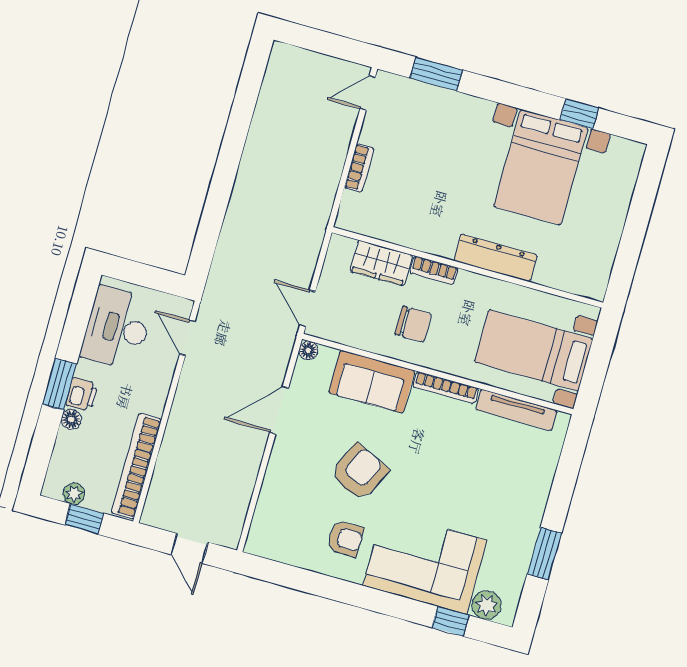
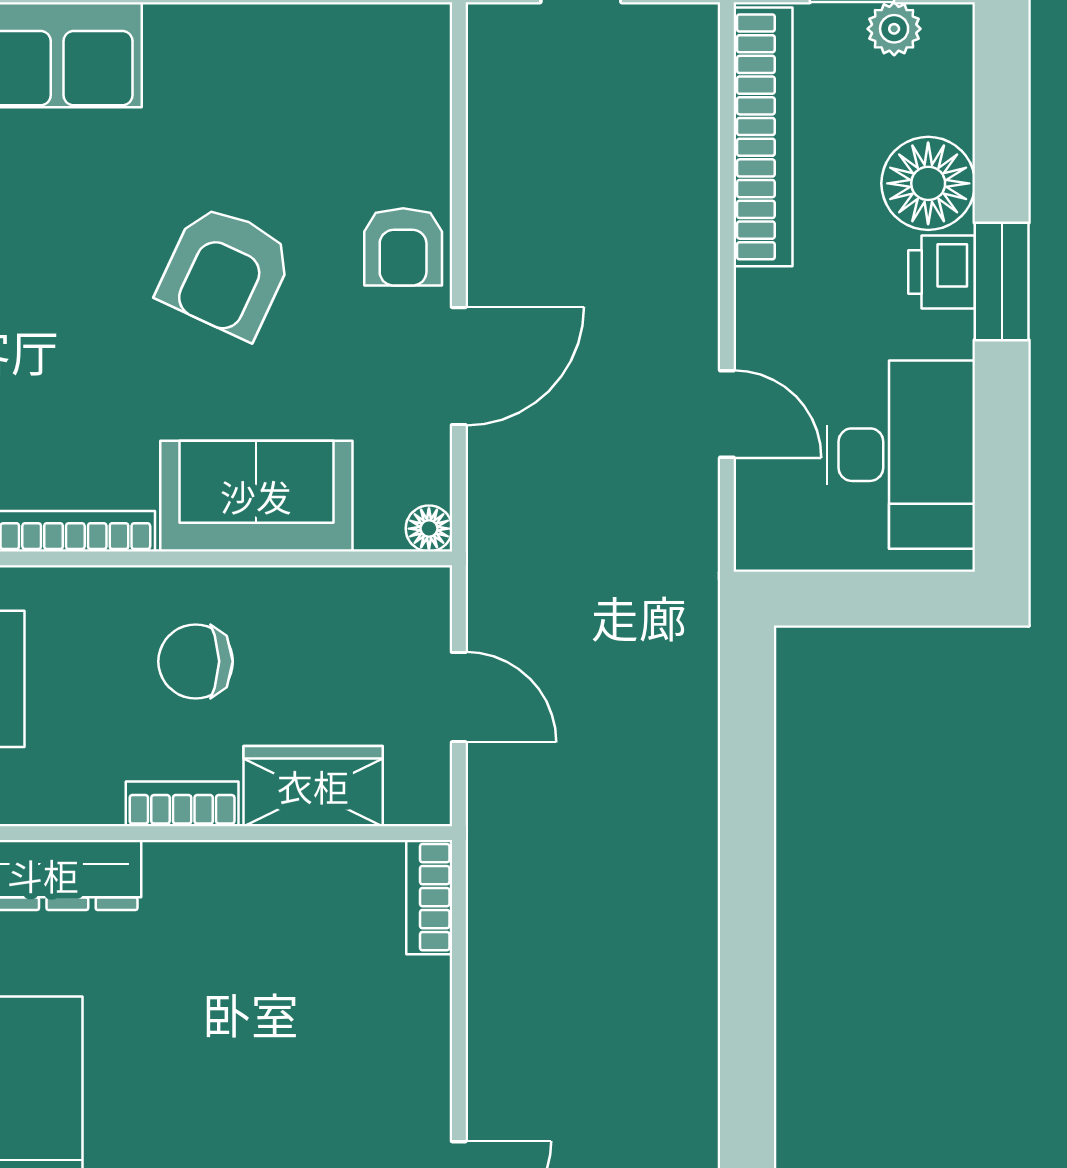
bookcase: (359, 168) -> (429, 897), moved
door: (308, 308) -> (459, 697), moved
door: (187, 338) -> (727, 414), moved
floor lamp: (71, 419) -> (928, 183), width x1.89, depth x1.89
armchair: (345, 538) -> (403, 247), moved, turned -90

